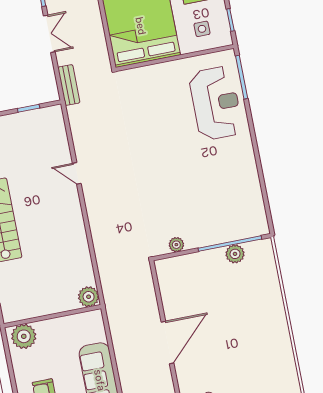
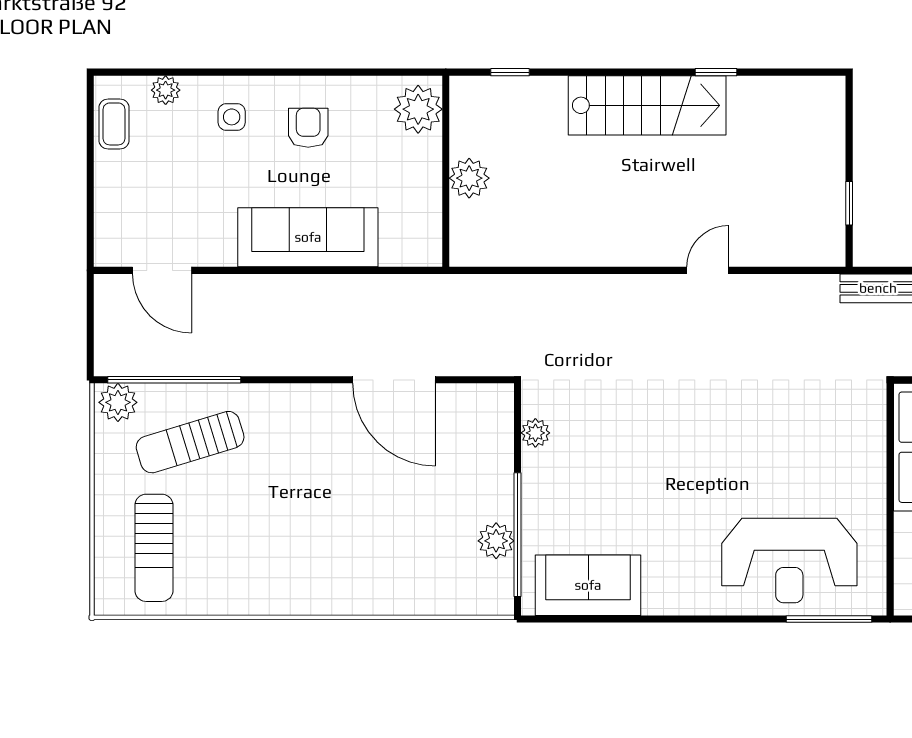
sofa: (248, 203) -> (588, 585), added
plant: (89, 297) -> (469, 178), moved
door: (168, 342) -> (394, 380), moved

